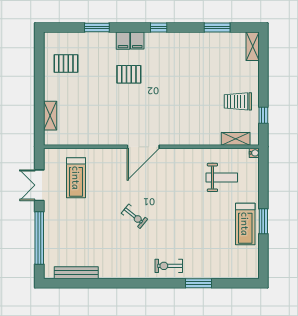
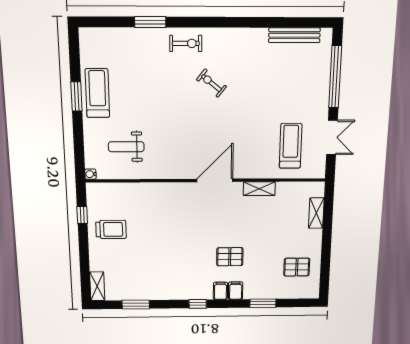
shelving: (236, 139) -> (259, 189), moved
exercise bike: (134, 216) -> (211, 83), moved

